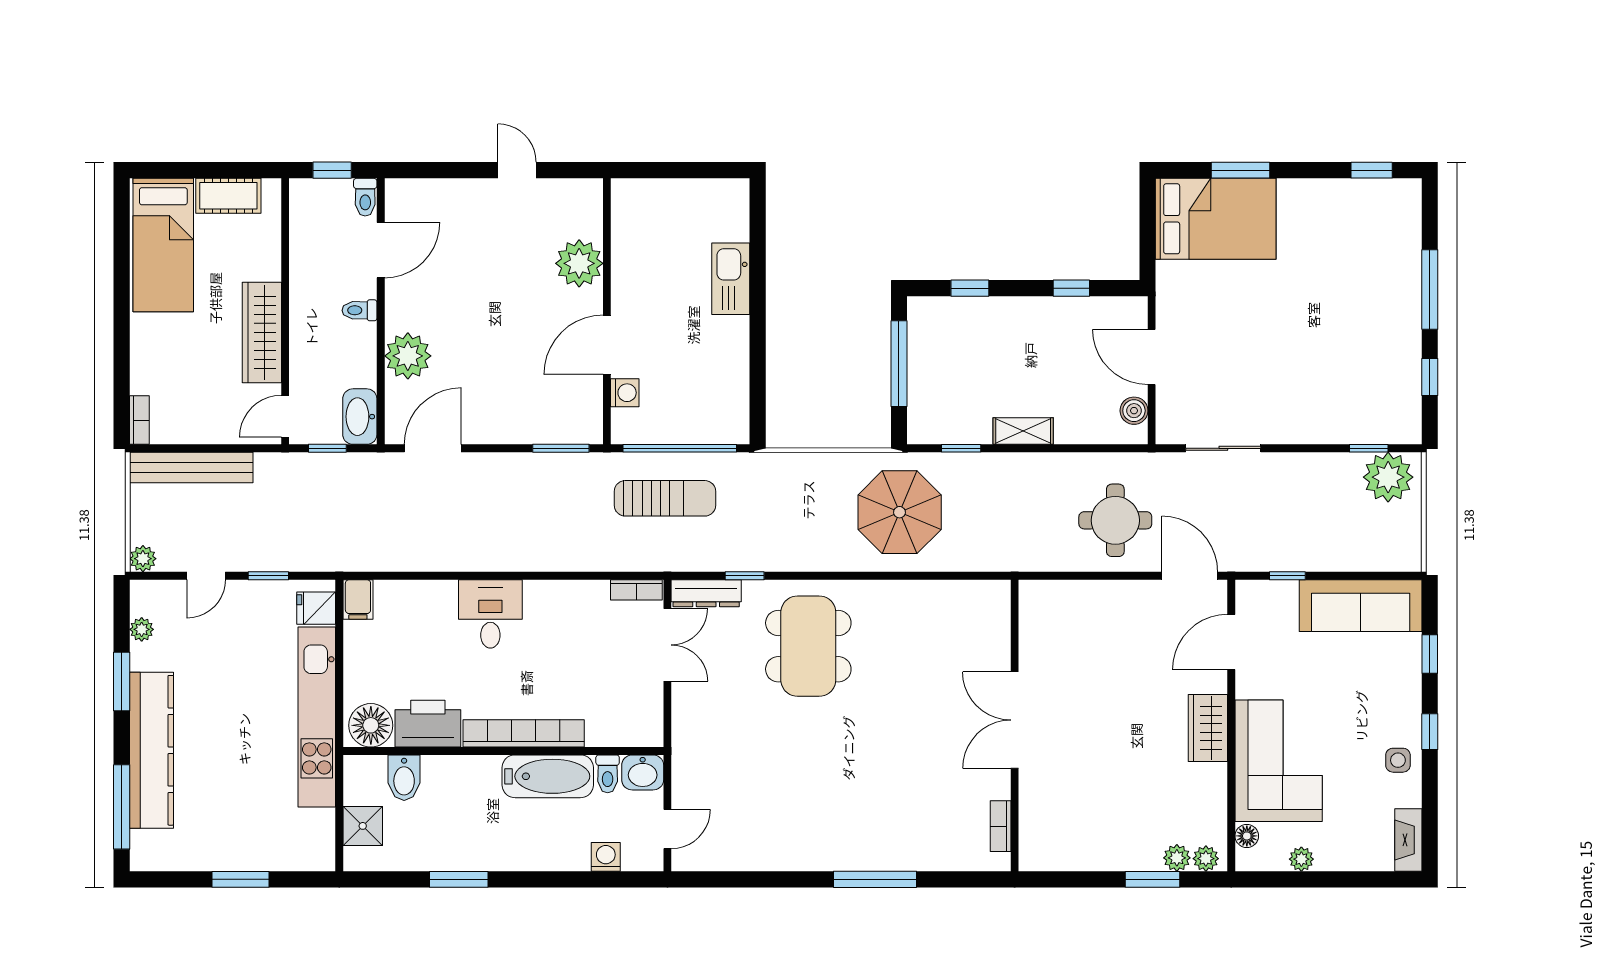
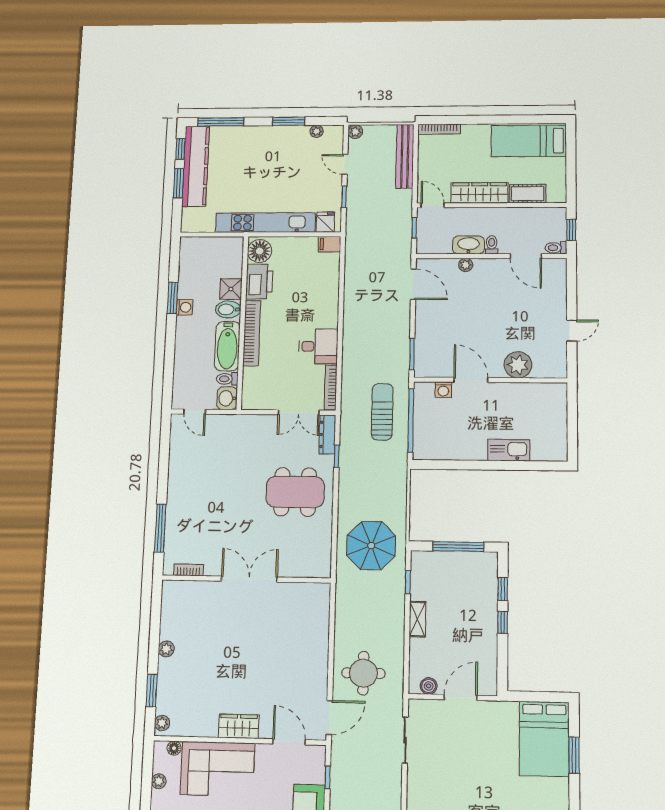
cot: (228, 196) -> (528, 194), moved, turned 90
window: (1071, 288) -> (503, 622), moved
plant: (408, 356) -> (466, 265), width x0.53, depth x0.53
washbasin: (360, 417) -> (468, 245), moved
bookcase: (139, 420) -> (439, 129), width x1.56
sun lounger: (665, 498) -> (382, 412), turned 180
bookcase: (636, 590) -> (331, 387), width x1.56
desk: (490, 614) -> (318, 346), moved
double door: (1015, 720) -> (249, 579), moved
wall: (1015, 725) -> (246, 579), moved
kitchen counter: (152, 750) -> (196, 166), moved, turned -90
bidet: (404, 778) -> (228, 309), moved
shower: (363, 826) -> (231, 289), moved
bookcase: (1001, 826) -> (189, 570), moved
washing machine: (606, 857) -> (184, 307), moved
plant: (1177, 858) -> (166, 649), moved
window: (174, 879) -> (180, 149), added

